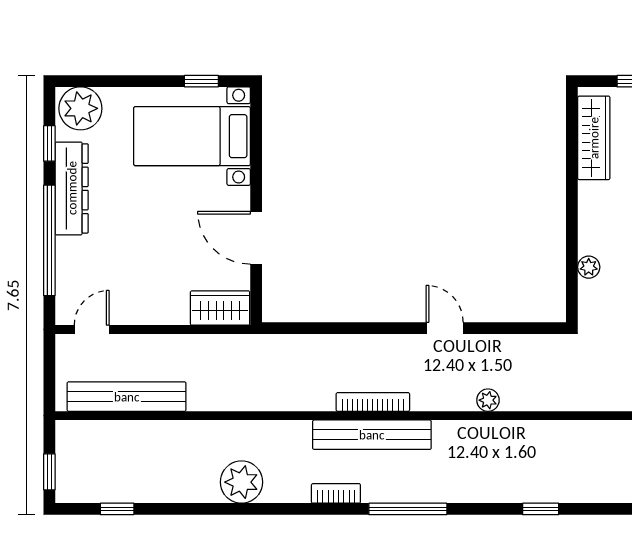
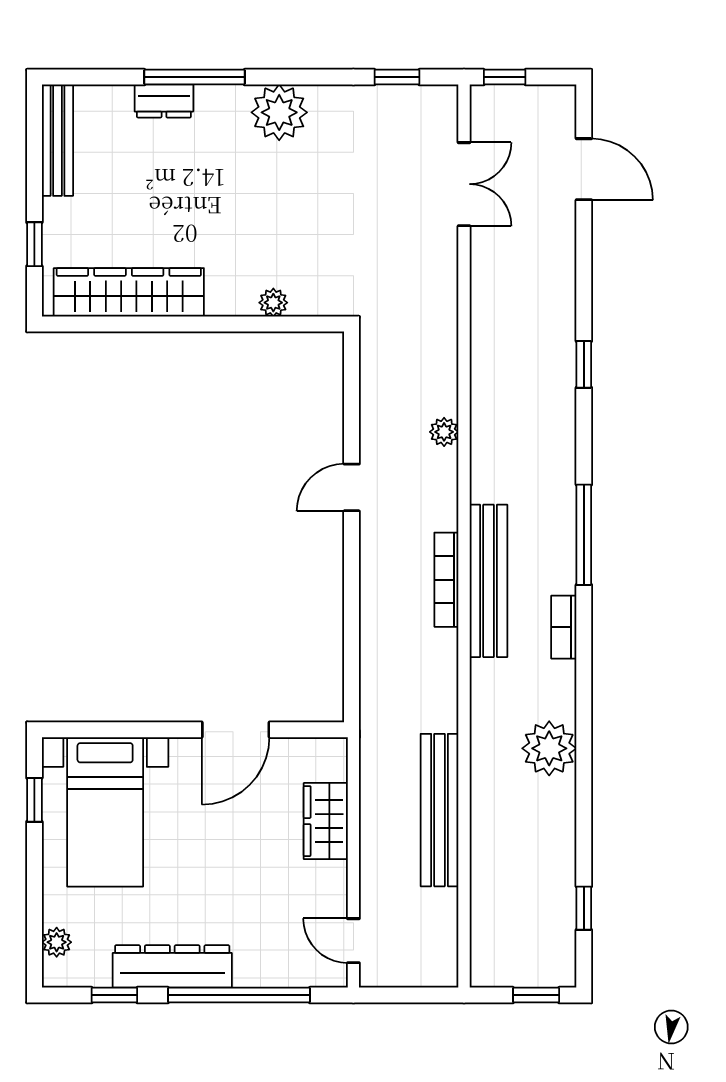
plant: (80, 108) -> (57, 942), width x0.53, depth x0.53
wardrobe: (594, 138) -> (129, 292), width x1.40, depth x1.17
wardrobe: (220, 308) -> (326, 821), moved
bench: (127, 397) -> (439, 810), moved

